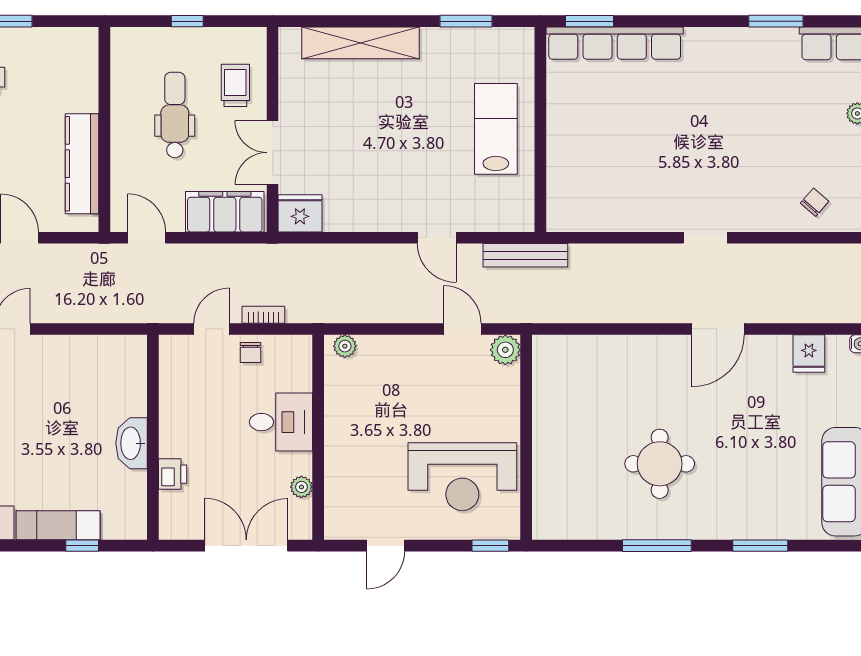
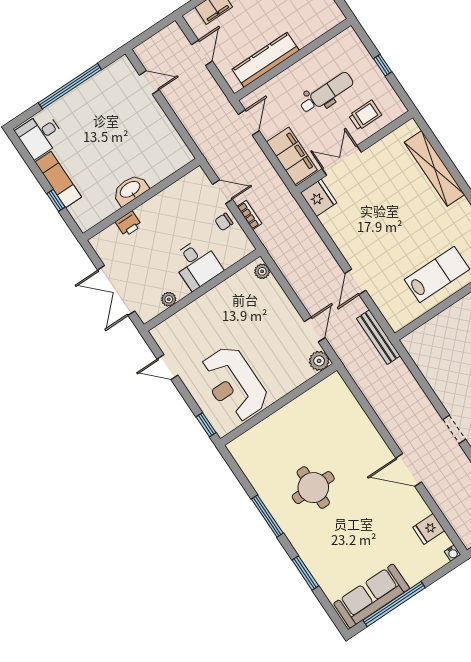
double door: (246, 546) -> (116, 291), swing flipped

